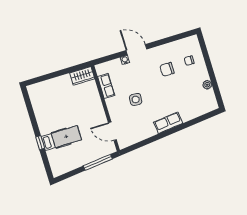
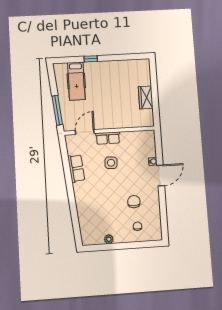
wardrobe: (82, 76) -> (146, 97), moved
row of seats: (106, 86) -> (108, 138), moved
row of seats: (168, 123) -> (76, 168), moved
hospital bed: (61, 138) -> (76, 81), moved

